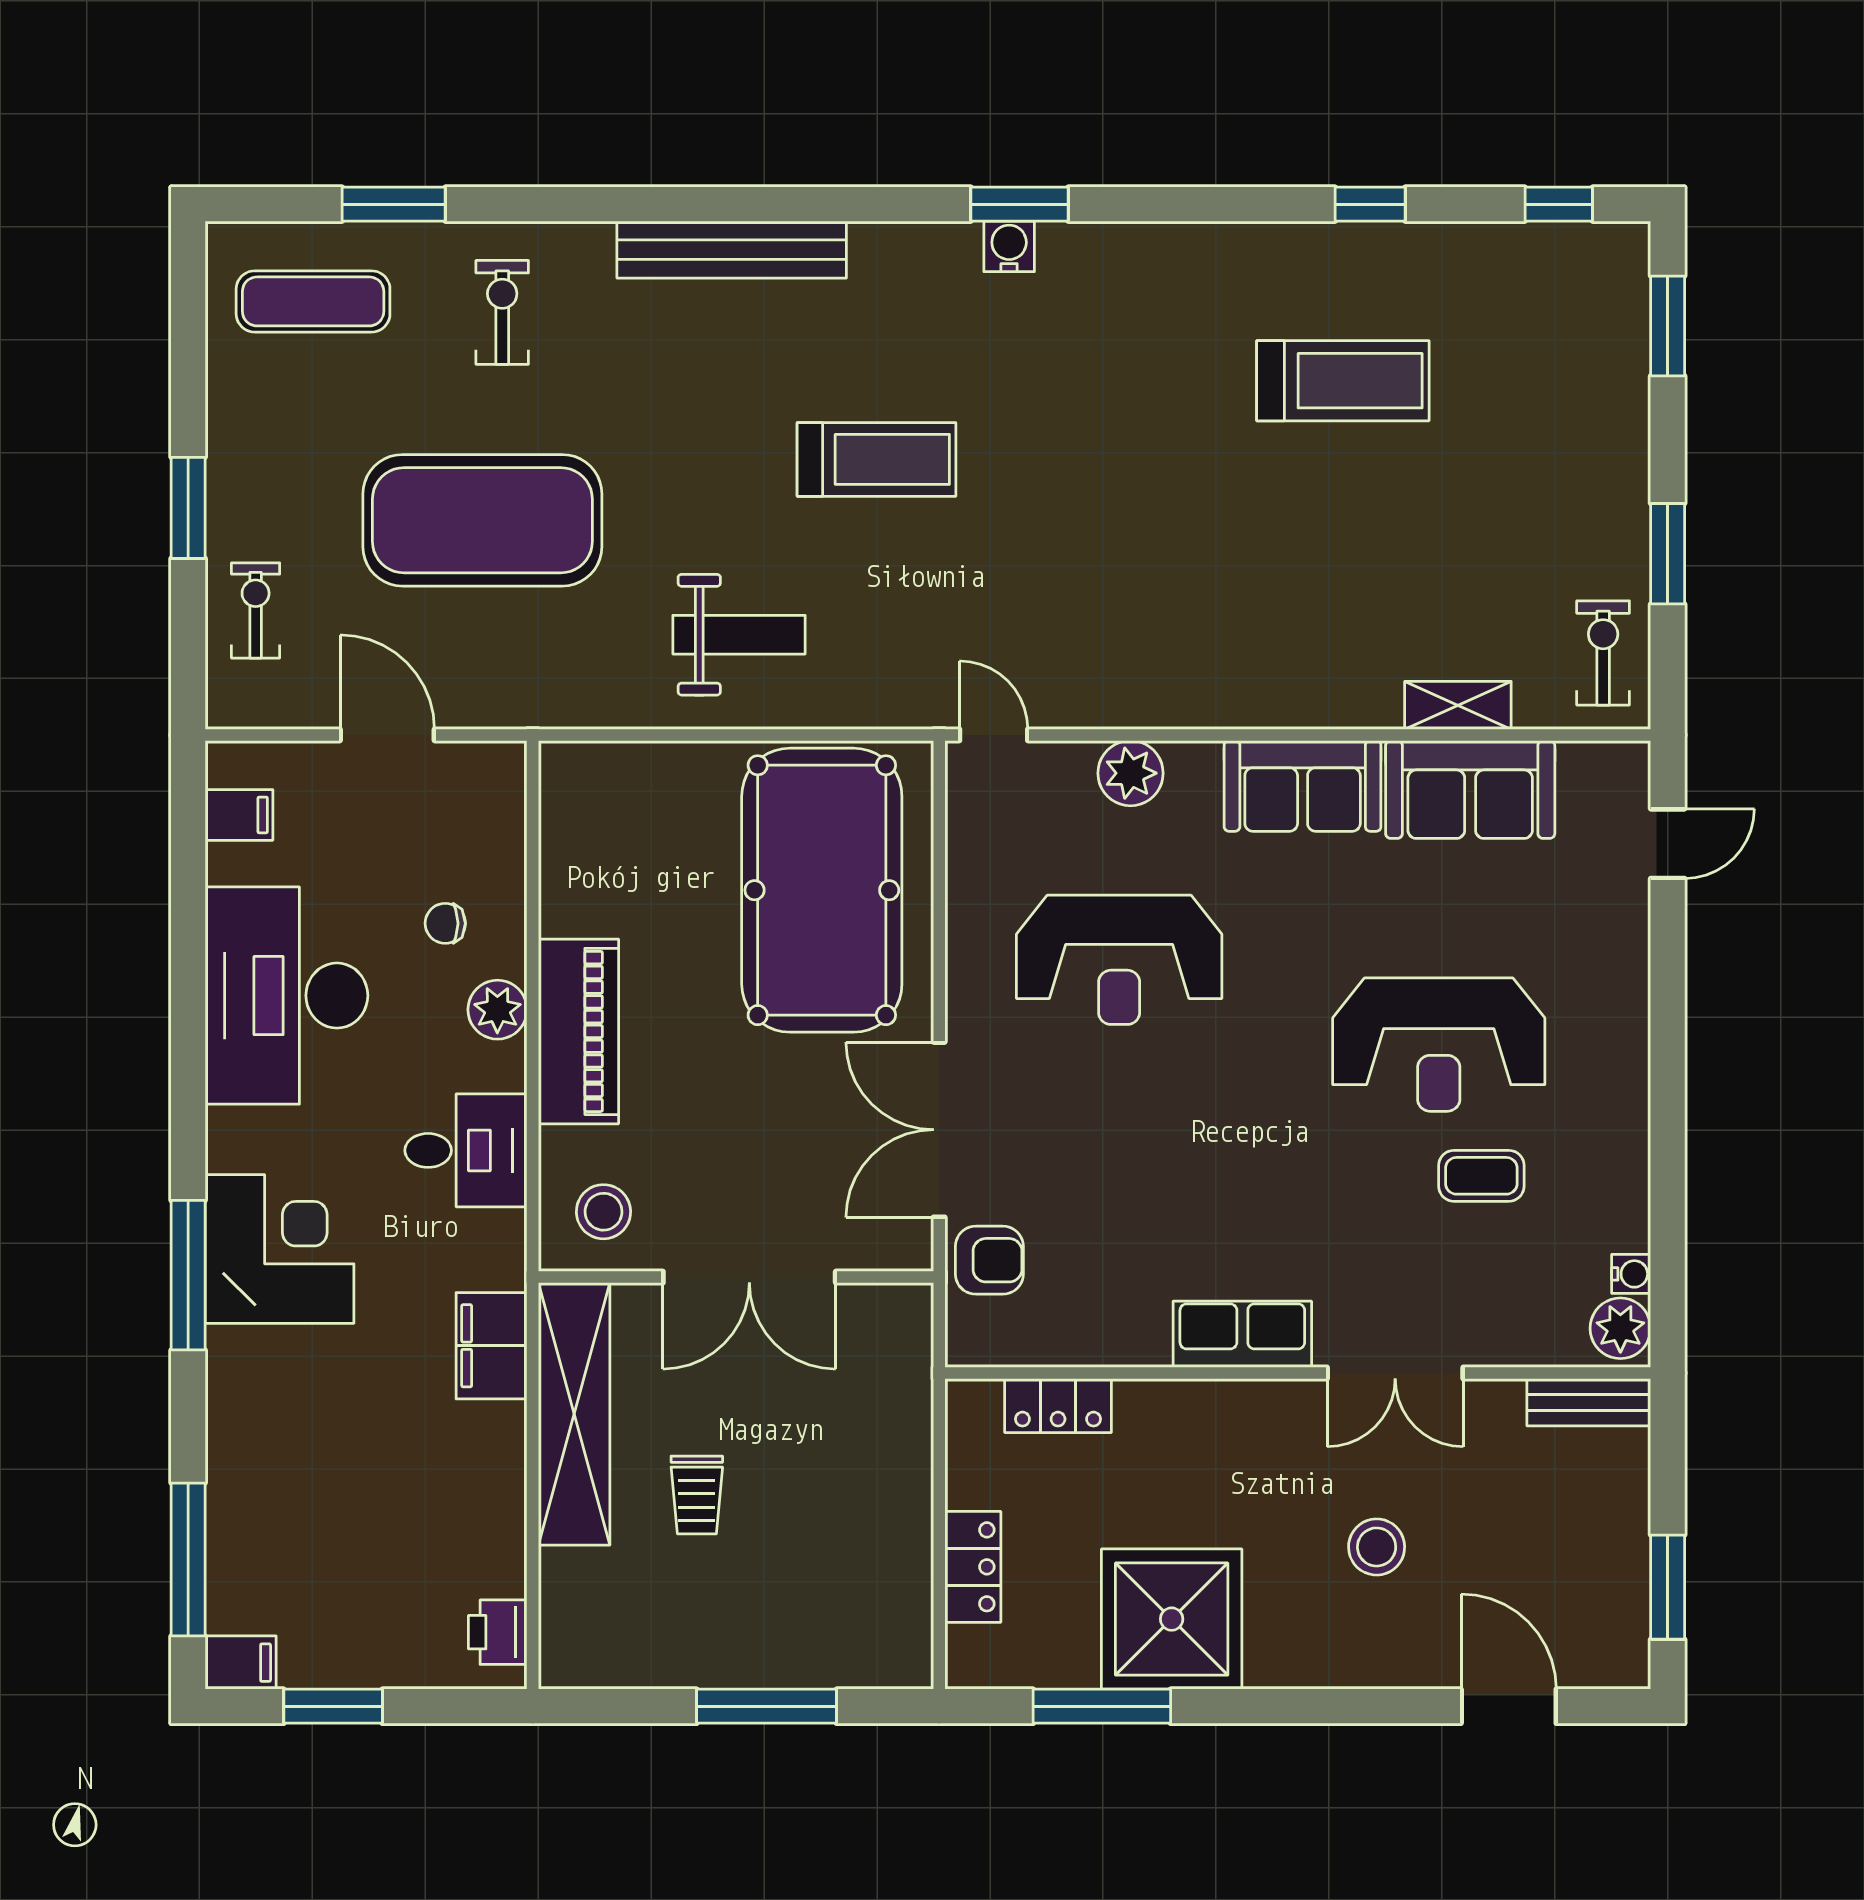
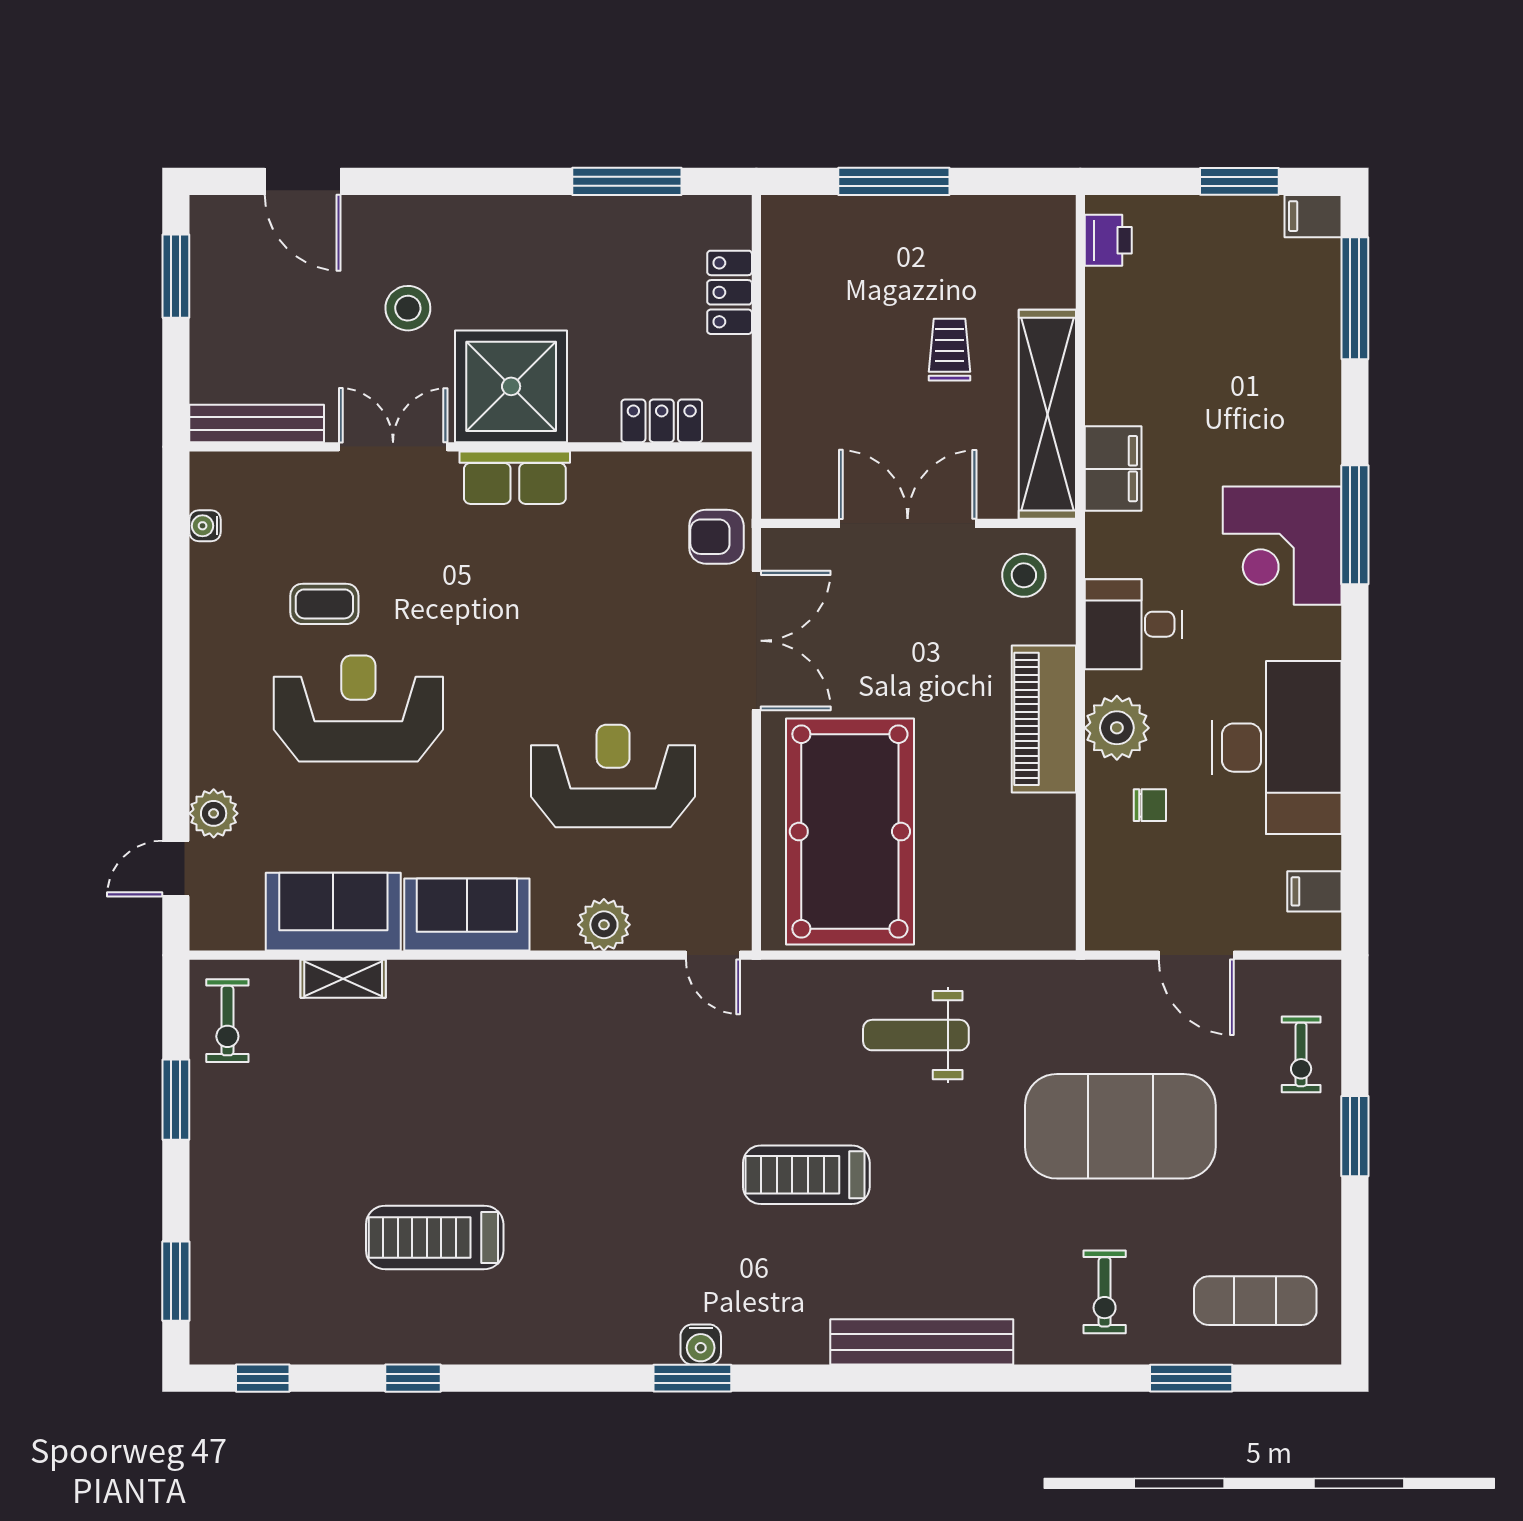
plant: (497, 1010) -> (1117, 728), width x1.36, depth x1.36
plant: (1620, 1328) -> (214, 813), moved
bench: (1589, 1402) -> (257, 423), width x1.36
shower: (1172, 1619) -> (511, 386), moved

